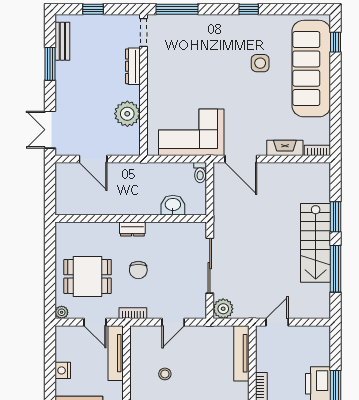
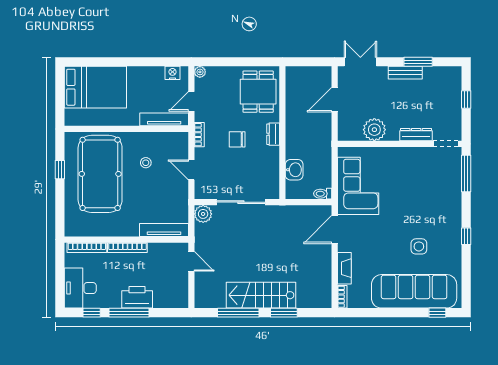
bench: (62, 41) -> (405, 73), moved
dining table: (88, 276) -> (258, 92), moved
nightstand: (63, 370) -> (172, 73), moved

